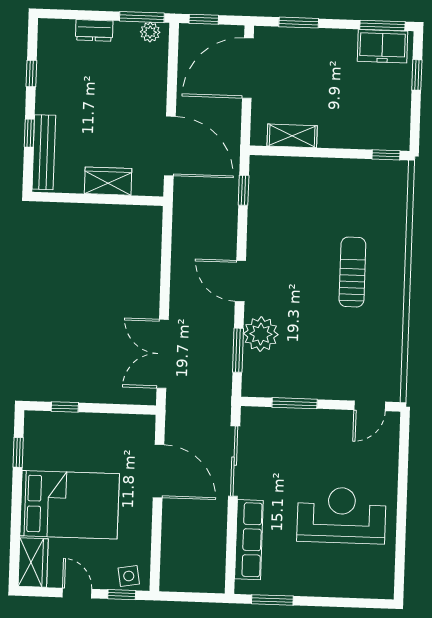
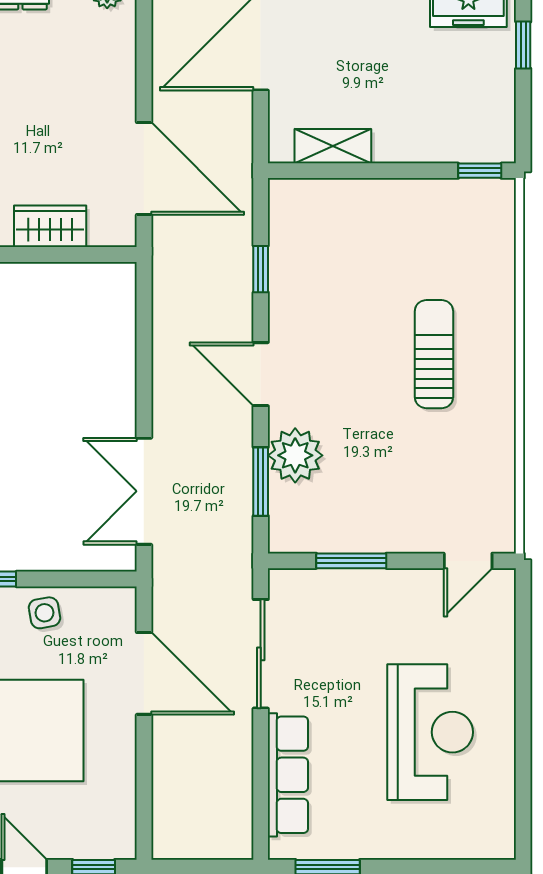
window: (244, 190) -> (261, 269), moved
reception desk: (341, 515) -> (430, 732), turned 90
side table: (129, 576) -> (44, 613), moved

